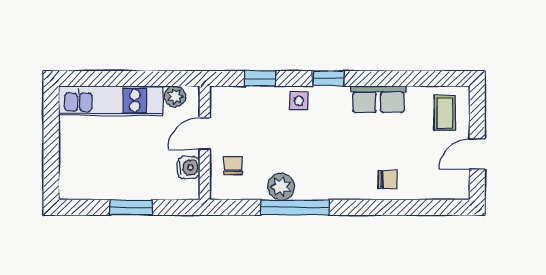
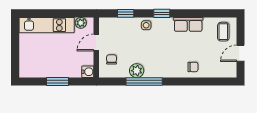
water cooler: (189, 168) -> (88, 72), moved

